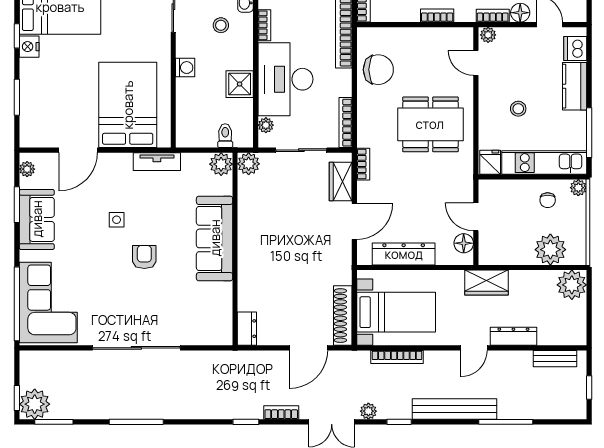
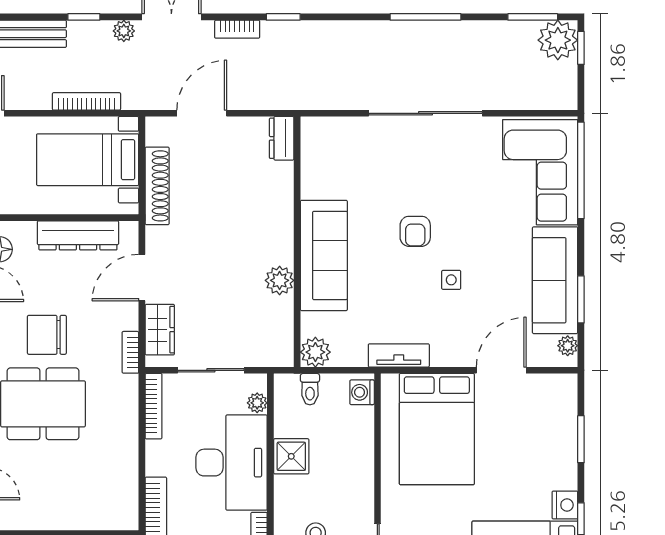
washing machine: (185, 68) -> (362, 392), moved
chair: (378, 70) -> (47, 335), moved
plant: (249, 164) -> (280, 280), moved
sofa: (37, 219) -> (555, 280), width x1.36
shoe rack: (343, 316) -> (157, 186), moved

